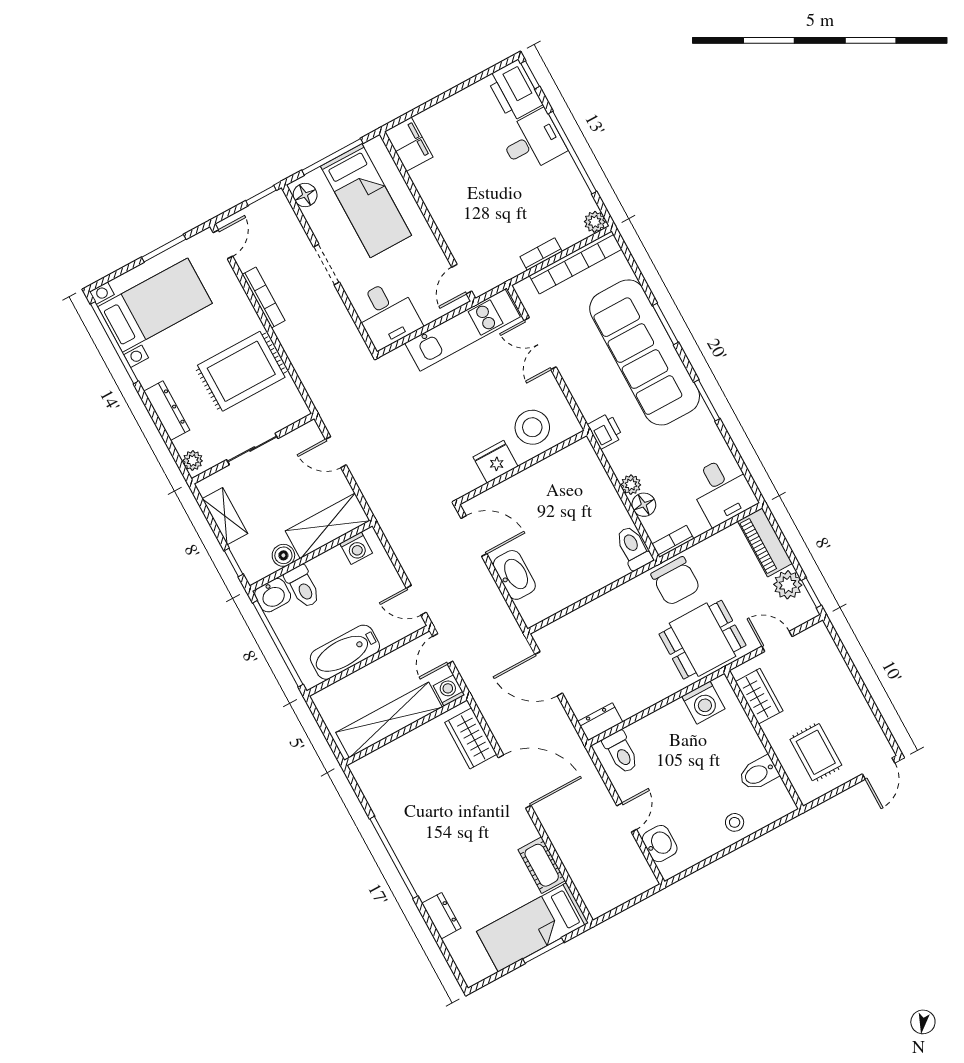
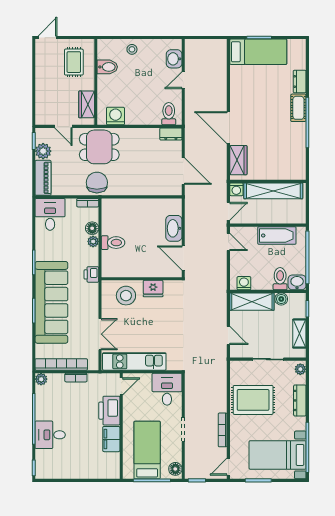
printer: (514, 91) -> (109, 411), moved, turned 180
filing cabinet: (409, 144) -> (111, 439), moved
toilet: (634, 548) -> (113, 243), moved, turned -90
cot: (542, 865) -> (298, 108), moved

